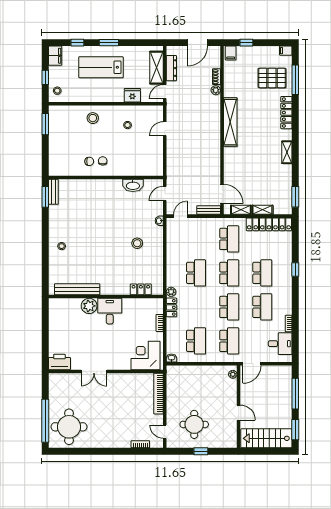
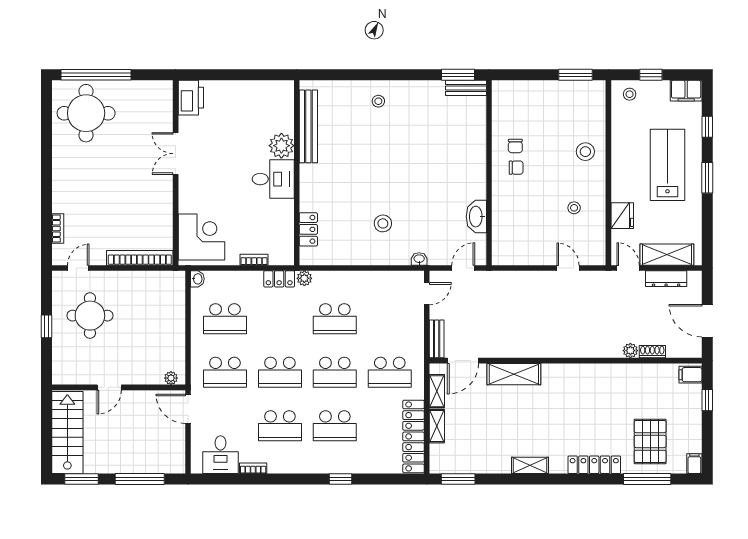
shelving: (230, 122) -> (514, 374), moved, width x0.68
door: (165, 194) -> (463, 268), hinge flipped
door: (181, 216) -> (427, 294), hinge flipped

